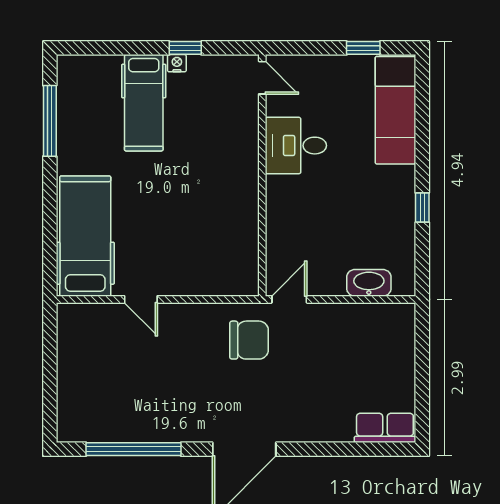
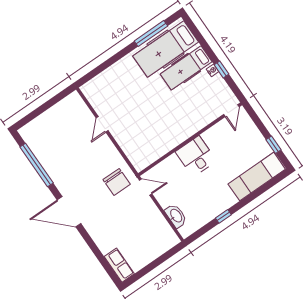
desk: (296, 146) -> (196, 156), moved
hospital bed: (85, 236) -> (166, 49), moved, turned 180

